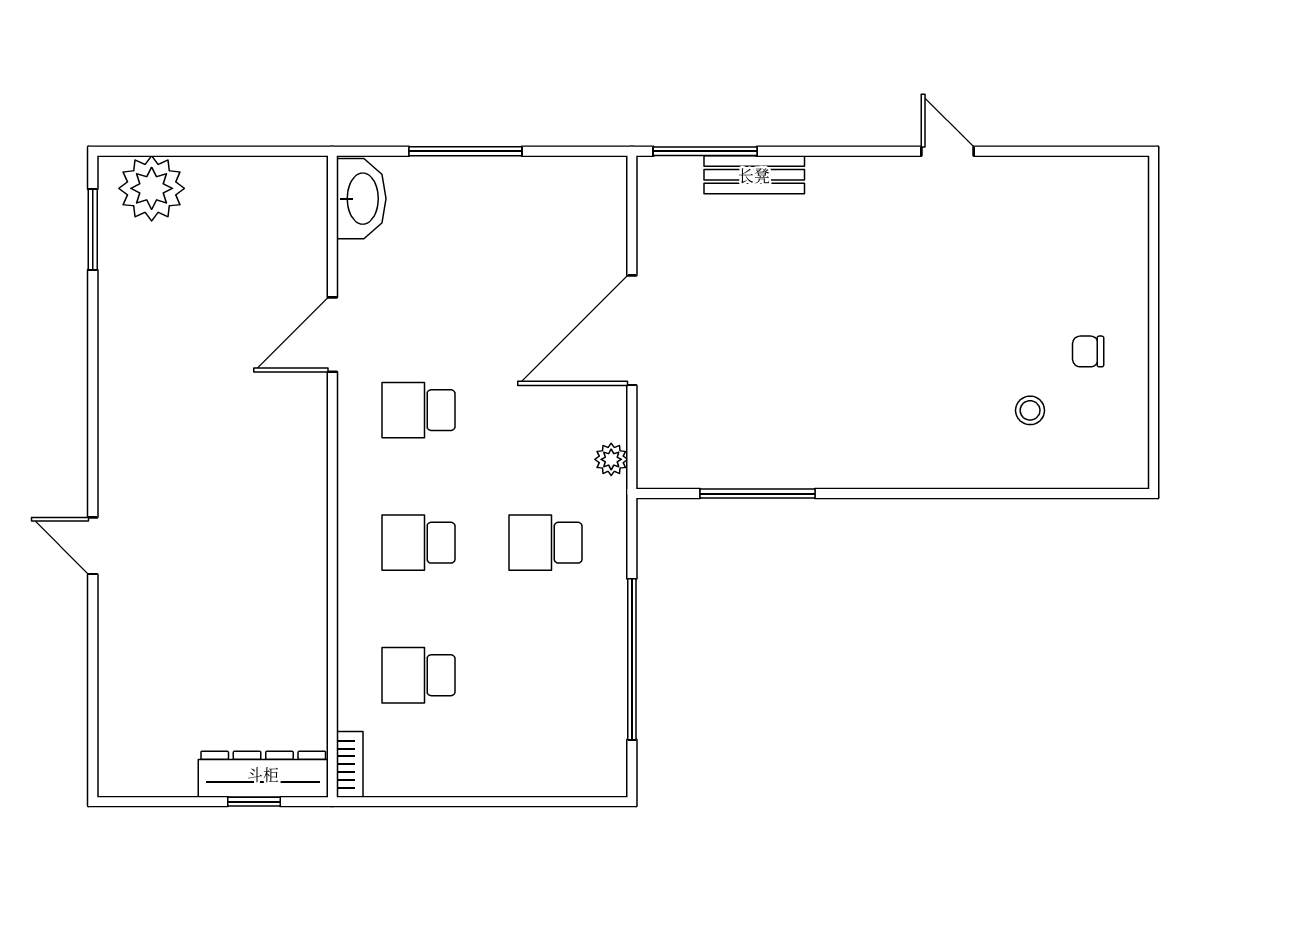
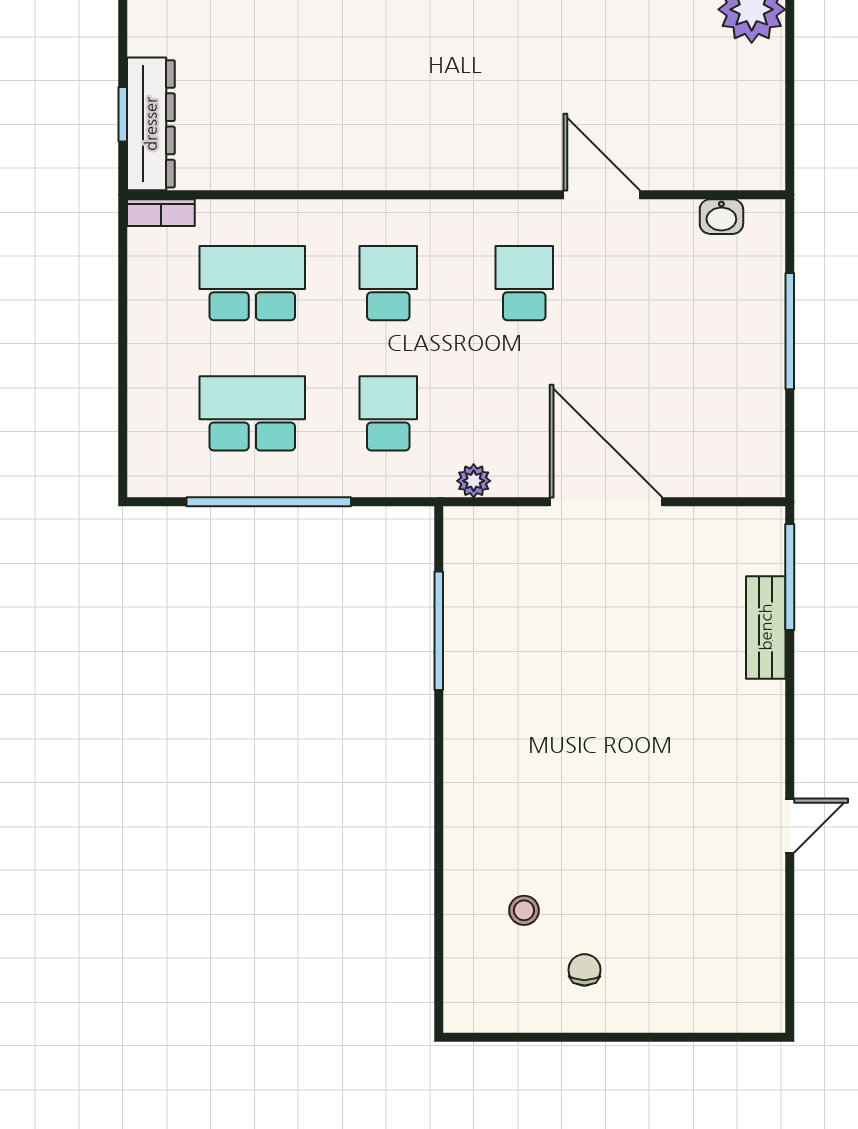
washbasin: (361, 199) -> (721, 217), width x0.52, depth x0.69
school desk: (419, 675) -> (252, 283), width x1.85
school desk: (546, 675) -> (252, 413), added

